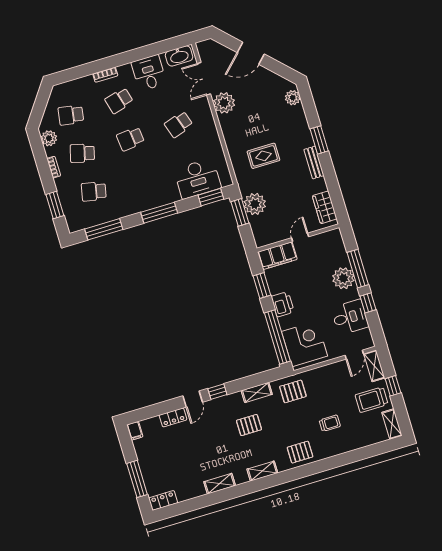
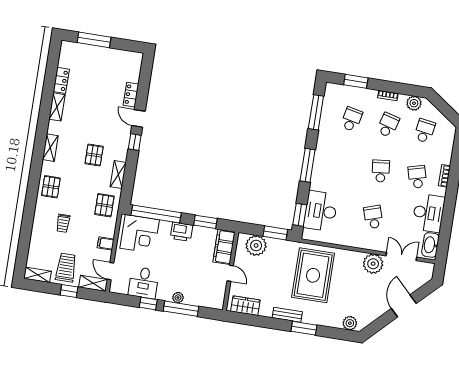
desk: (149, 73) -> (428, 213), width x1.37
rug: (263, 156) -> (313, 275), width x1.86, depth x2.06
plant: (255, 204) -> (256, 245), moved
plant: (343, 278) -> (178, 298), width x0.53, depth x0.53
filing cabinet: (135, 431) -> (106, 243), moved
locker: (163, 500) -> (61, 80), moved

